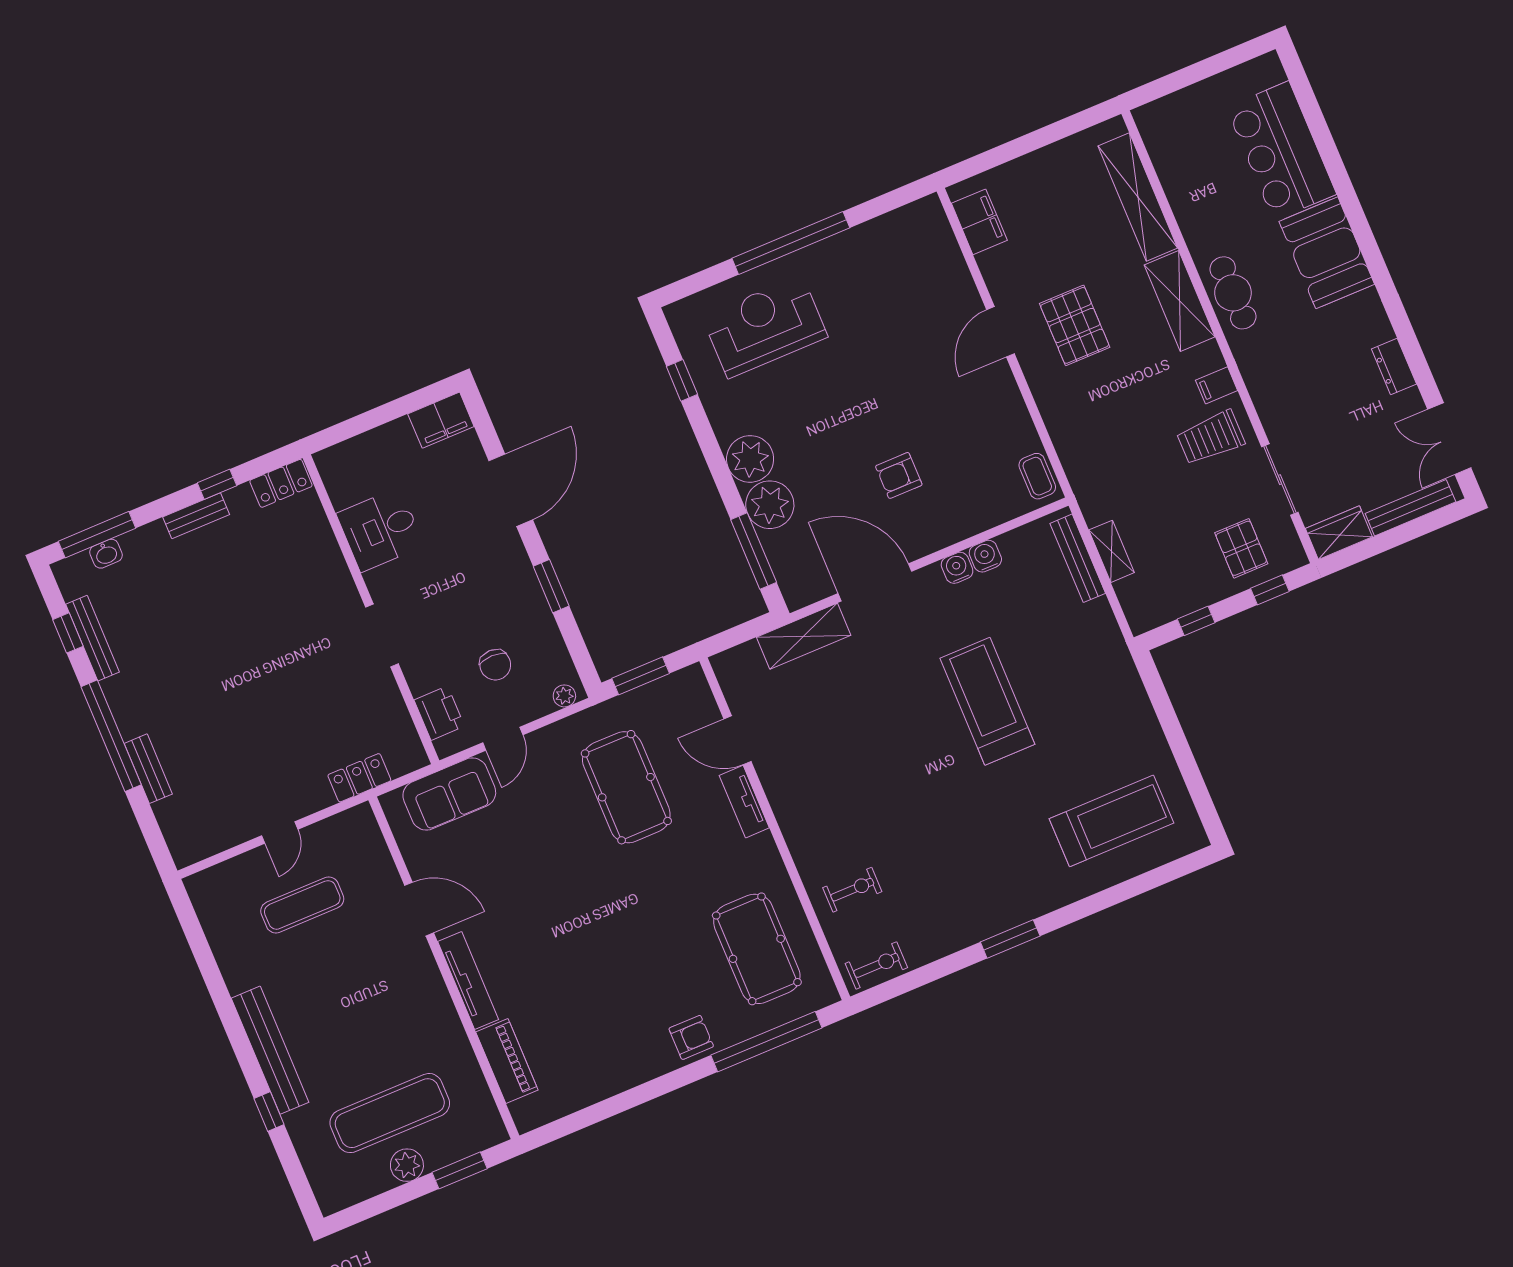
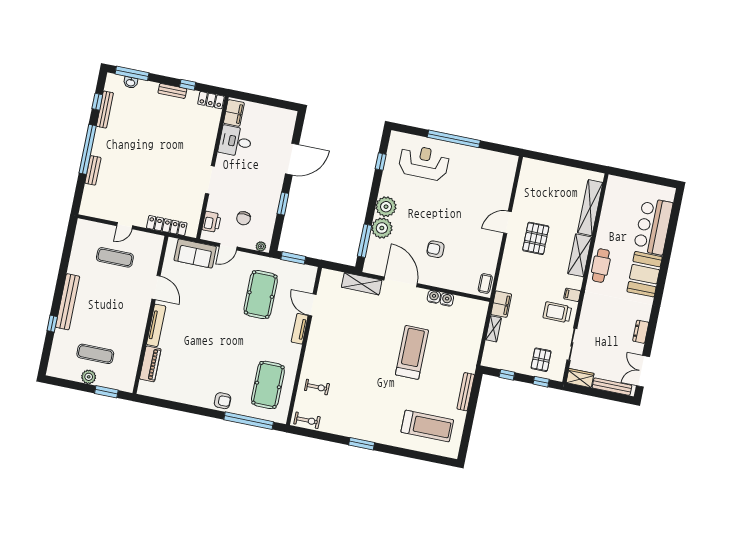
filing cabinet: (979, 222) -> (501, 304), moved
filing cabinet: (441, 420) -> (234, 113), moved, turned -90
bench: (1078, 558) -> (466, 392), moved
locker: (359, 778) -> (167, 226), width x1.53
exercise mat: (390, 1113) -> (95, 354), width x0.73, depth x0.69

